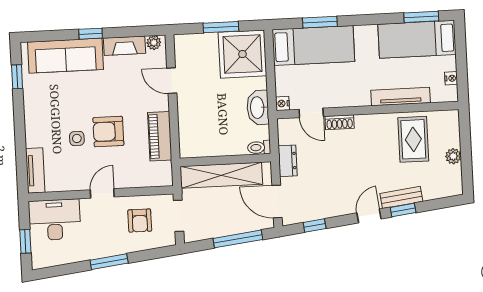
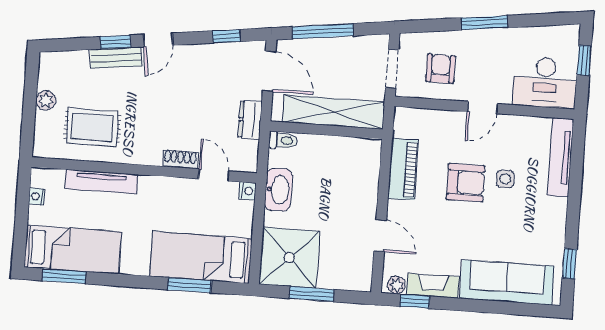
window: (91, 34) -> (415, 301), moved
rug: (413, 139) -> (92, 127), turned 90
tv unit: (35, 170) -> (560, 157), width x1.41

